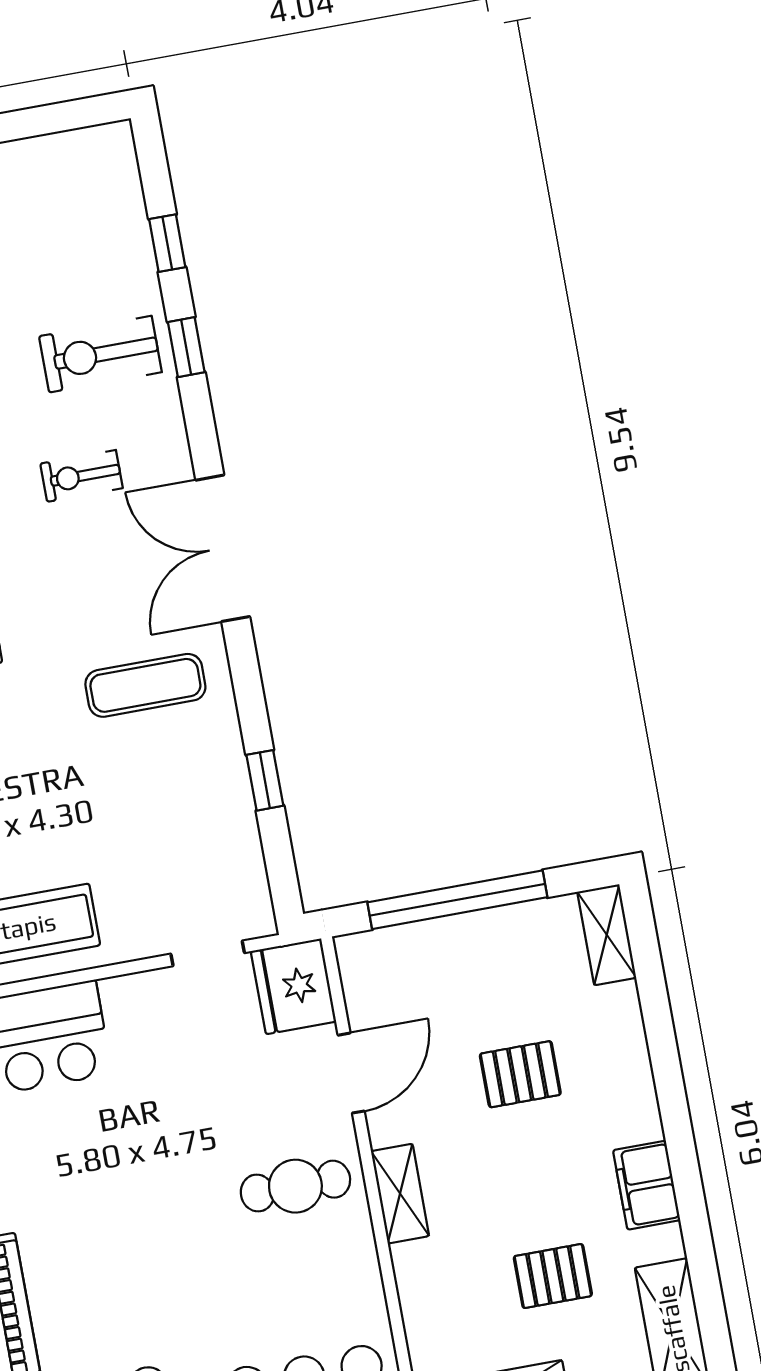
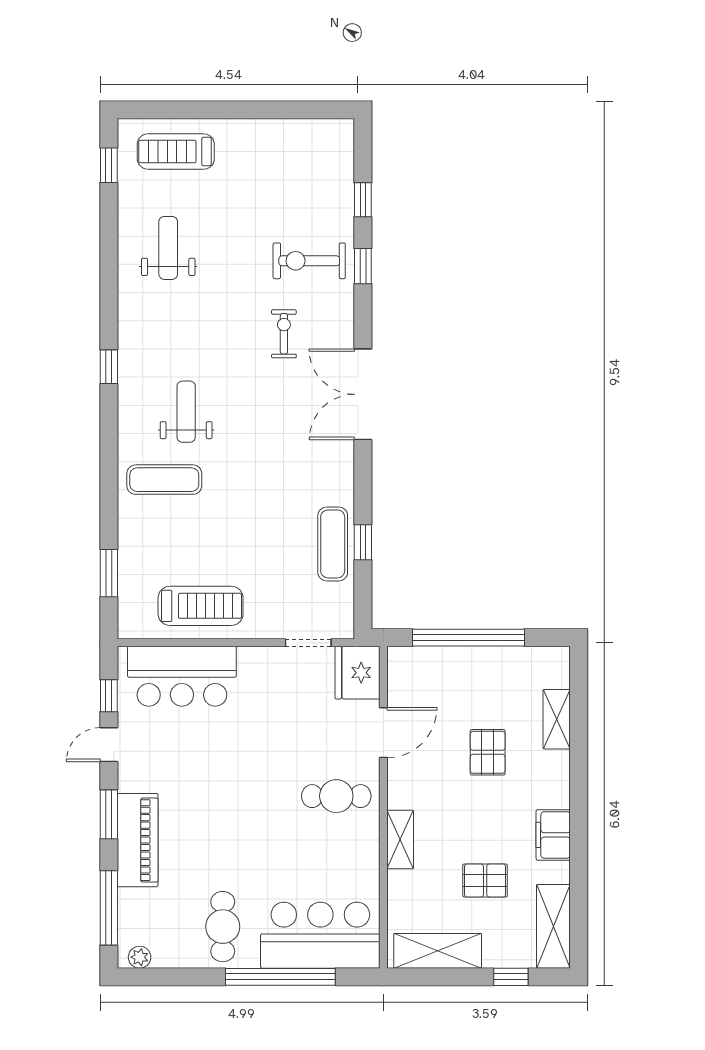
exercise bike: (81, 476) -> (284, 334), turned 90
exercise mat: (145, 685) -> (333, 544), moved, turned 90
shelving: (607, 935) -> (557, 719), moved
pallet: (520, 1074) -> (488, 752), turned 90
shelving: (400, 1194) -> (400, 839), moved

